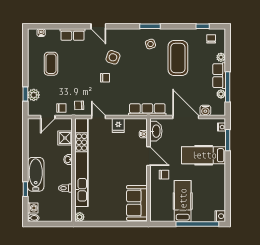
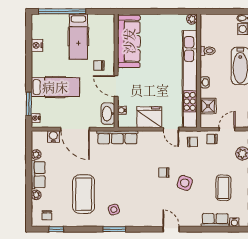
row of seats: (73, 35) -> (215, 220), moved
side table: (113, 57) -> (185, 183), moved
window: (228, 87) -> (29, 162), removed
fridge: (118, 126) -> (149, 117), width x1.88, depth x1.34
sofa: (137, 203) -> (129, 41), width x1.36
nightstand: (220, 216) -> (37, 45), moved

